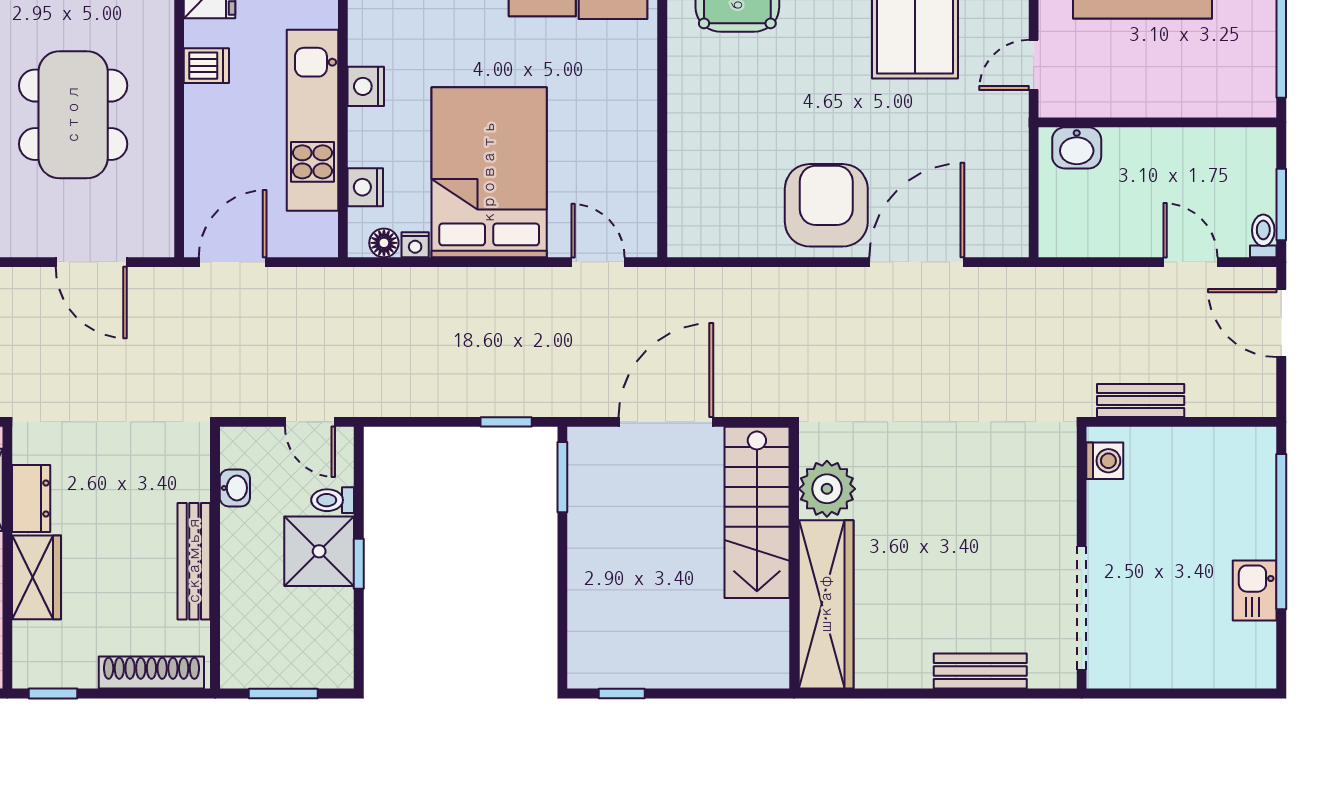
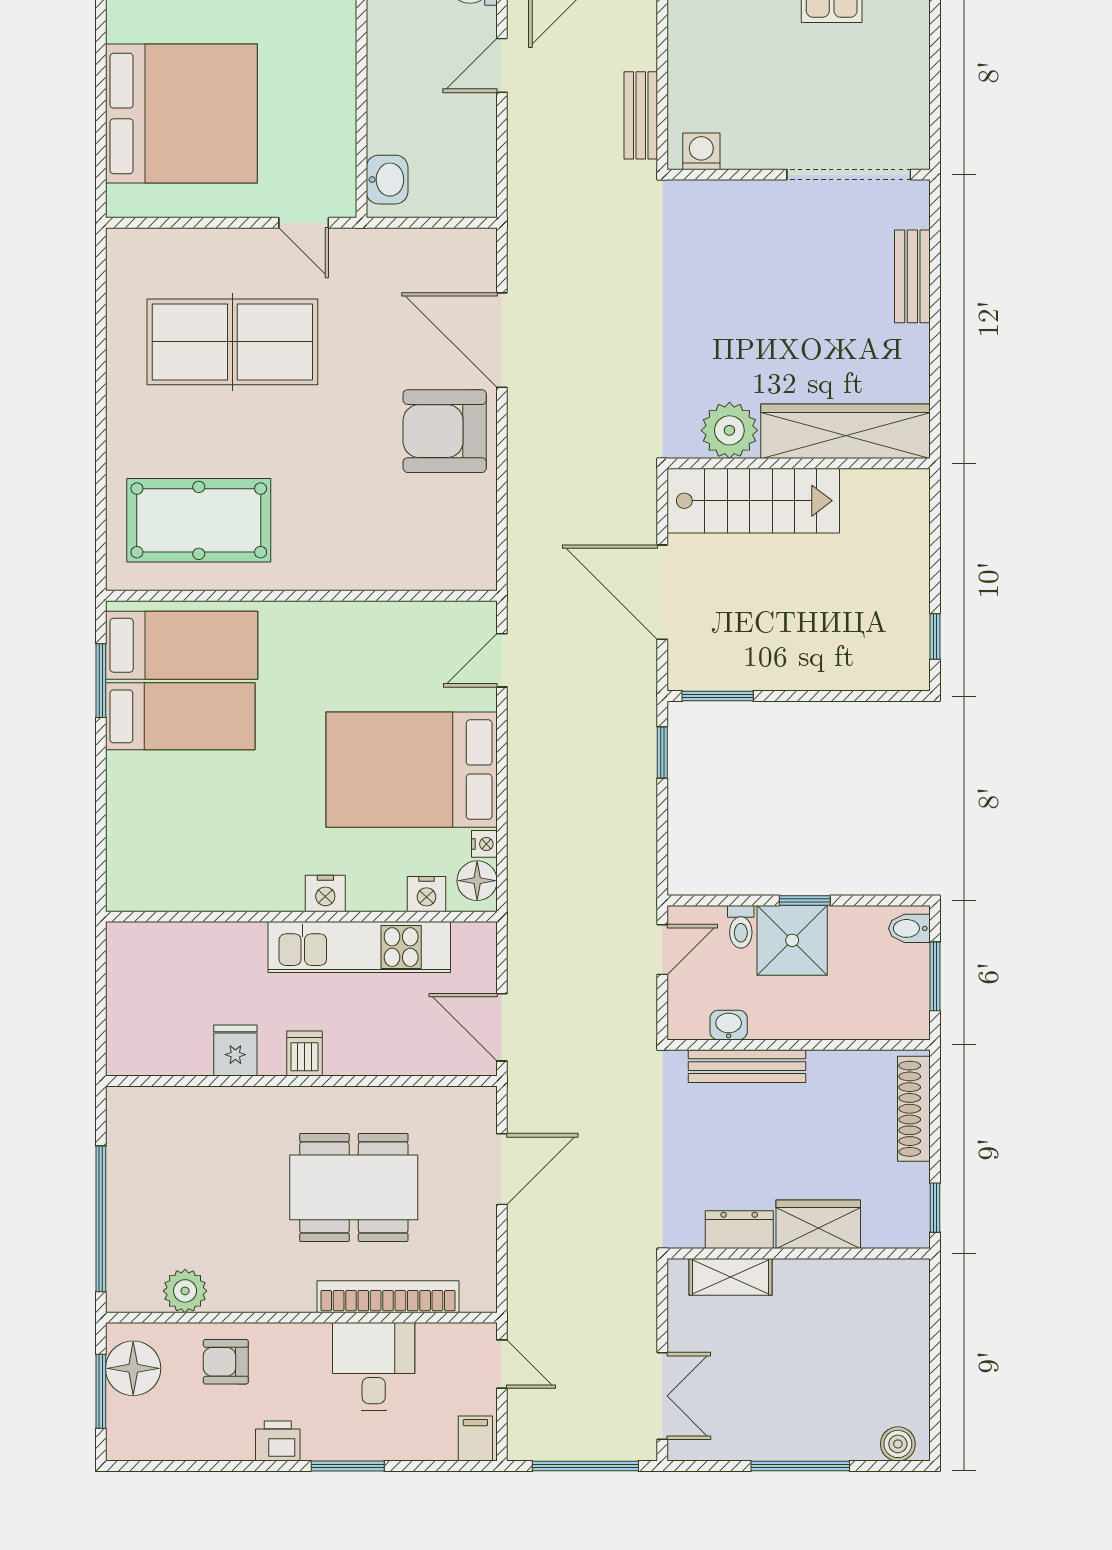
floor lamp: (384, 243) -> (477, 881), width x1.37, depth x1.37
bench: (194, 561) -> (747, 1066), moved
bidet: (331, 668) -> (909, 928), added

